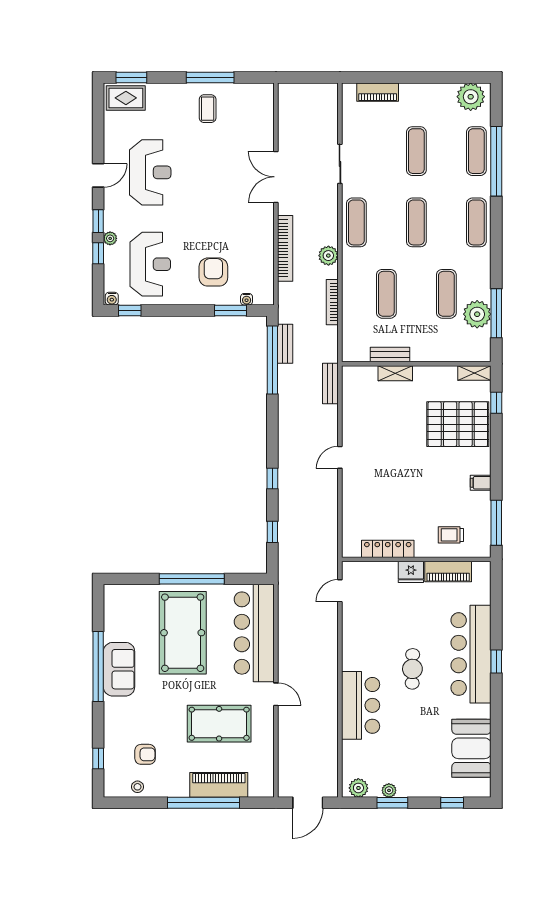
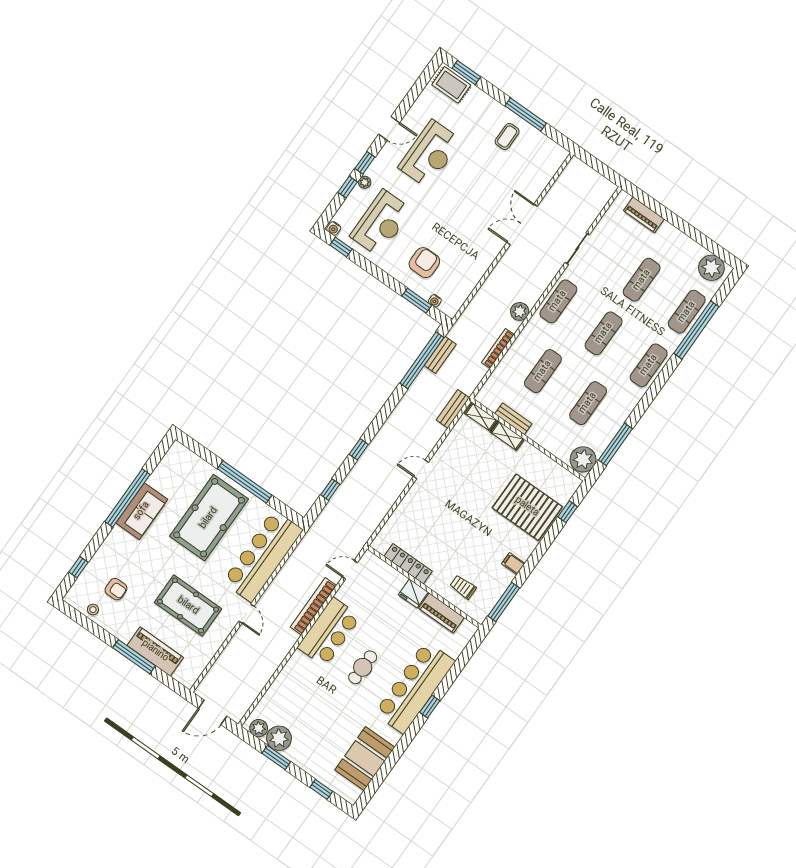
bookcase: (285, 248) -> (313, 606), moved, turned 180
plant: (477, 314) -> (583, 459), moved
shelving: (474, 373) -> (481, 417), moved
bar counter: (361, 705) -> (329, 632), moved
plant: (389, 790) -> (279, 738), width x1.87, depth x1.87
window: (203, 803) -> (134, 657), width x0.68

